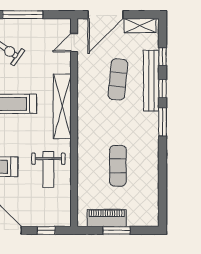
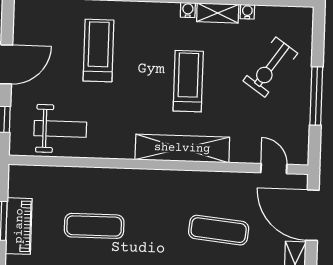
weight bench: (48, 170) -> (60, 129), moved, turned 180
piano: (107, 218) -> (19, 226), moved

